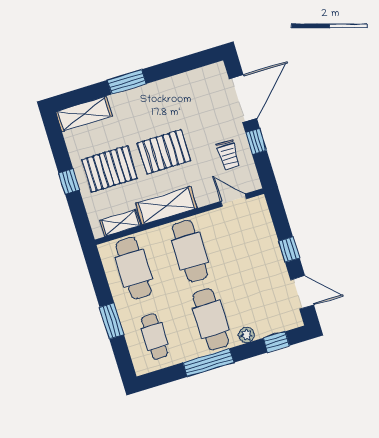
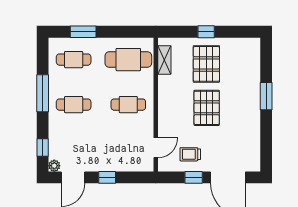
shelving: (84, 114) -> (252, 58), removed
shelving: (166, 206) -> (167, 97), removed
cafe table: (190, 251) -> (128, 105), width x0.73, depth x0.74
cafe table: (211, 319) -> (74, 105), width x0.73, depth x0.74
window: (112, 321) -> (83, 32), moved
plant: (246, 335) -> (54, 166), moved

